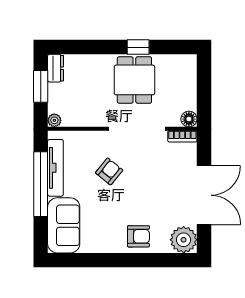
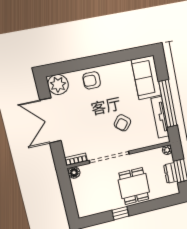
dresser: (56, 68) -> (171, 173), moved
dining table: (134, 80) -> (134, 186), moved

